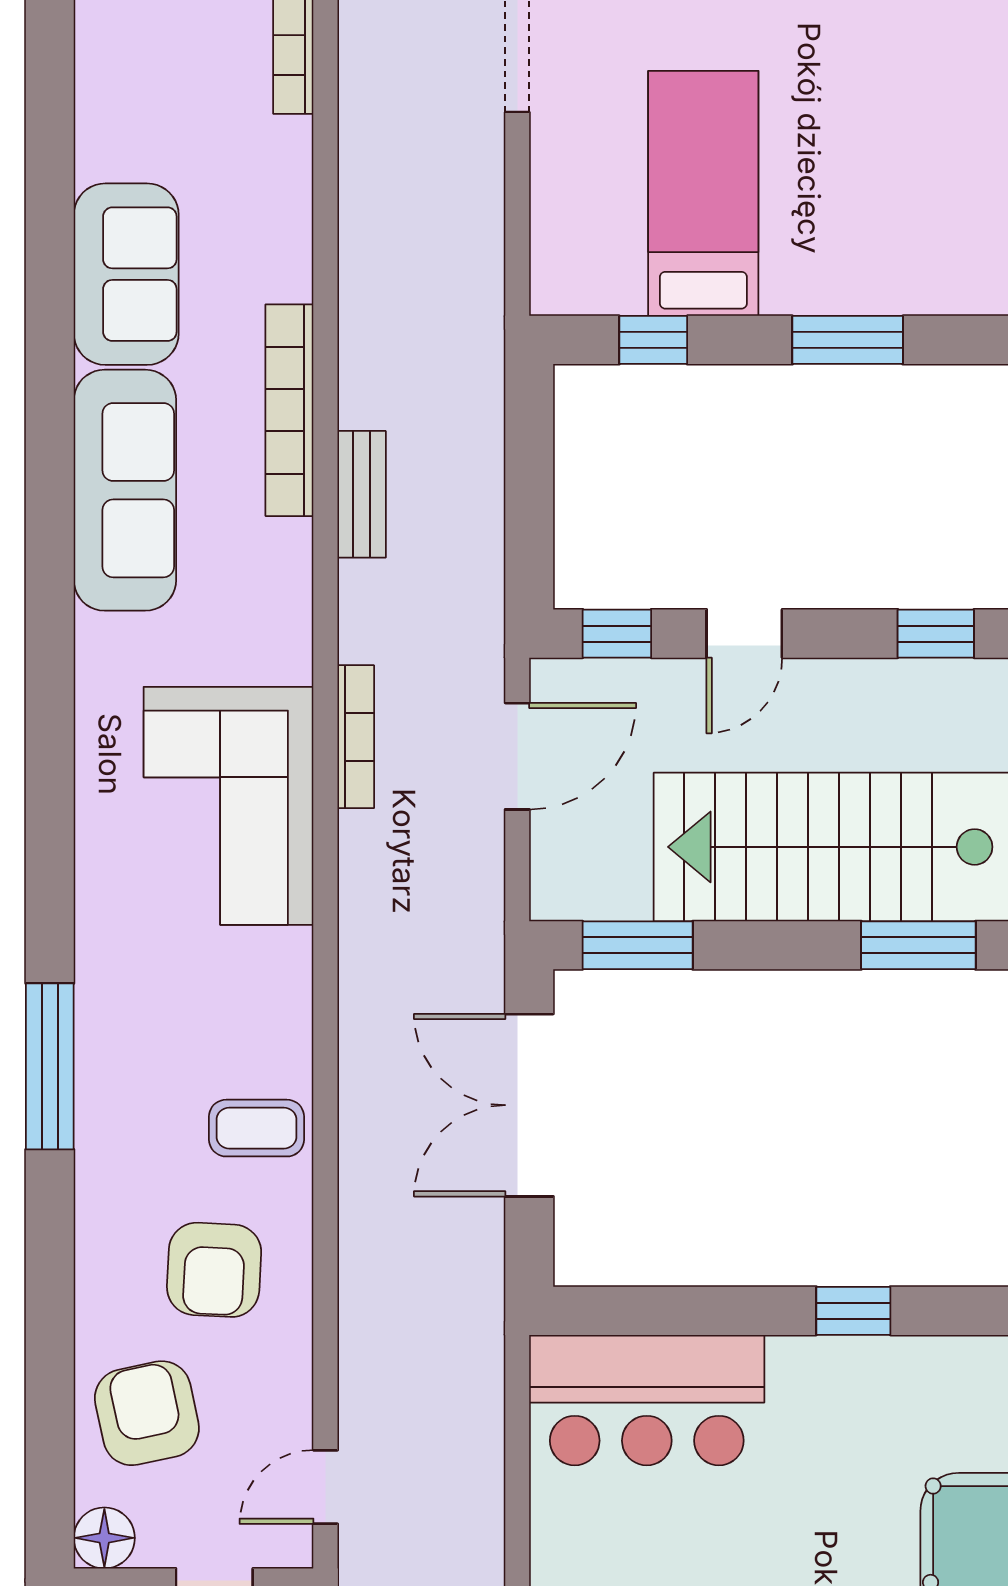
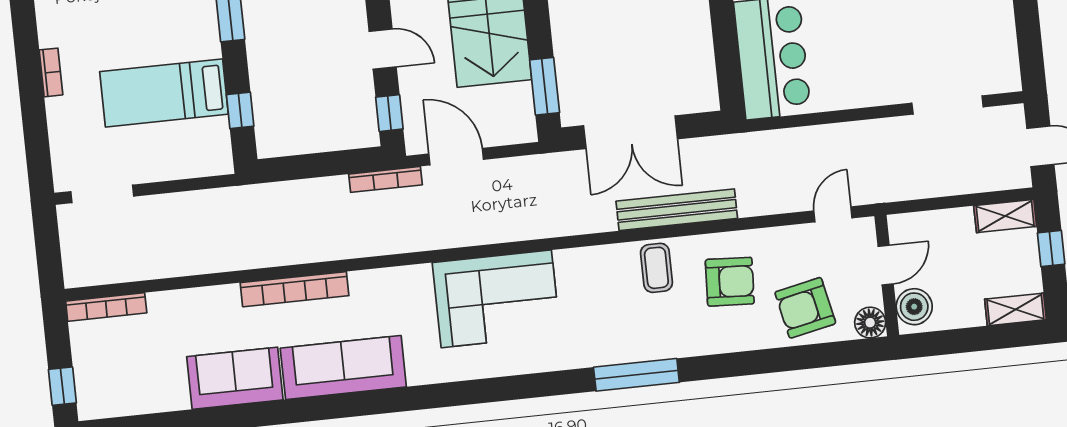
bench: (362, 494) -> (677, 210), moved, width x1.86, depth x1.21
bookcase: (356, 737) -> (386, 179), moved, turned 180
door: (325, 1487) -> (833, 214), swing flipped

